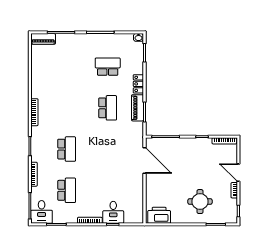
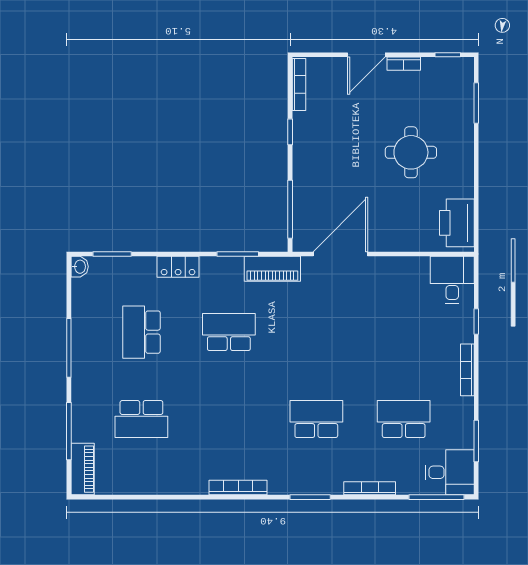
school desk: (67, 67) -> (141, 419), added
piano: (138, 108) -> (272, 269), moved
round table: (200, 202) -> (411, 152), moved
desk: (113, 212) -> (452, 280), moved, turned -90

